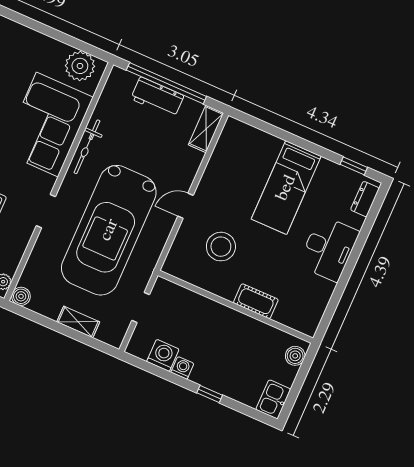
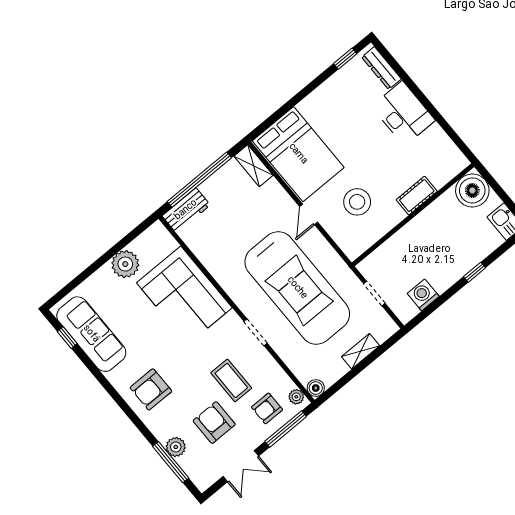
plant: (80, 66) -> (125, 264), moved
workbench: (157, 97) -> (186, 210), moved
bicycle: (87, 147) -> (219, 272), removed
bed: (286, 188) -> (298, 154), moved, width x1.50
dresser: (365, 199) -> (381, 68), width x1.44
boiler: (295, 356) -> (472, 190), width x1.86, depth x1.86
washing machine: (182, 368) -> (442, 284), removed

